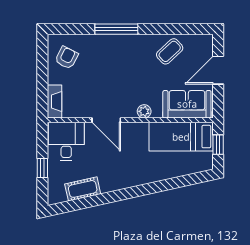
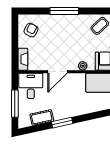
door: (106, 120) -> (57, 72), hinge flipped
window: (42, 168) -> (15, 104), width x2.17
window: (113, 197) -> (62, 123), added

